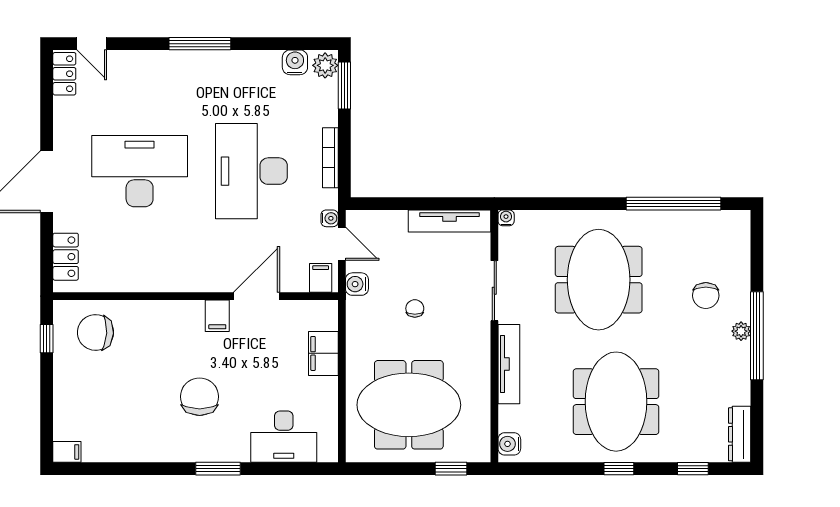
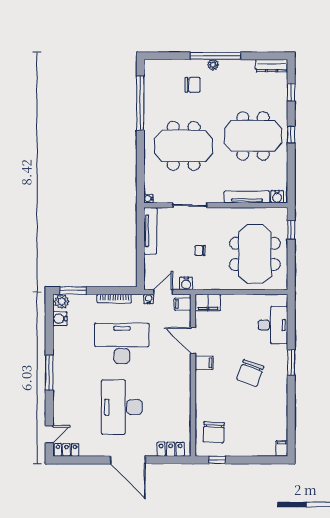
desk: (251, 171) -> (122, 343), turned 180
filing cabinet: (323, 353) -> (208, 303), moved
tv unit: (509, 364) -> (247, 197), moved
chair: (200, 397) -> (250, 373), turned -70

